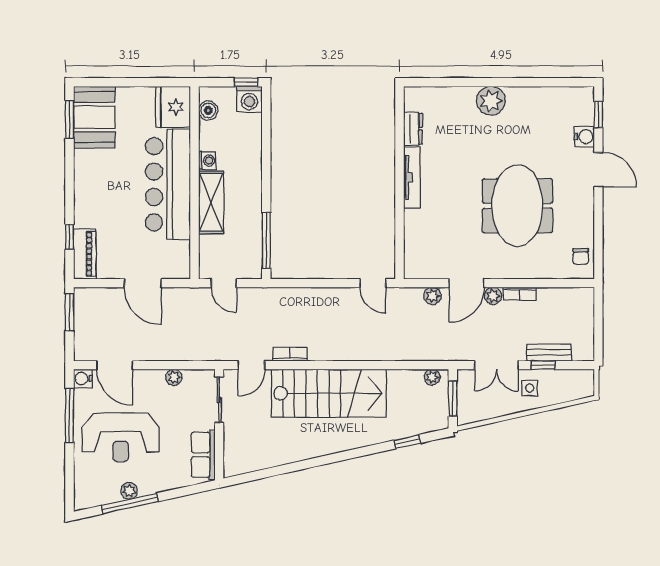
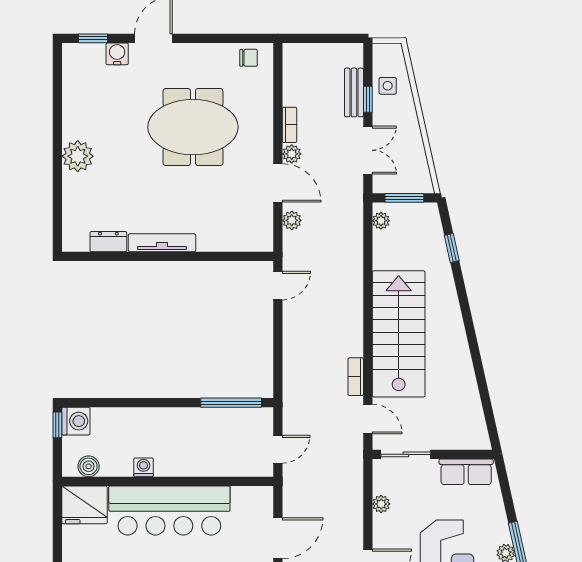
shelving: (211, 202) -> (189, 463), removed
side table: (530, 388) -> (388, 86), moved

